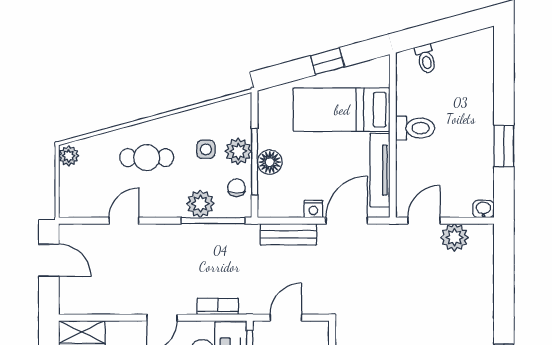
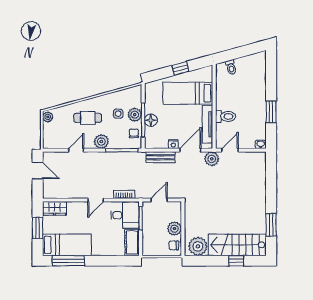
toilet: (415, 128) -> (226, 116), moved
plant: (200, 204) -> (101, 142), moved
plant: (454, 237) -> (212, 159), moved

